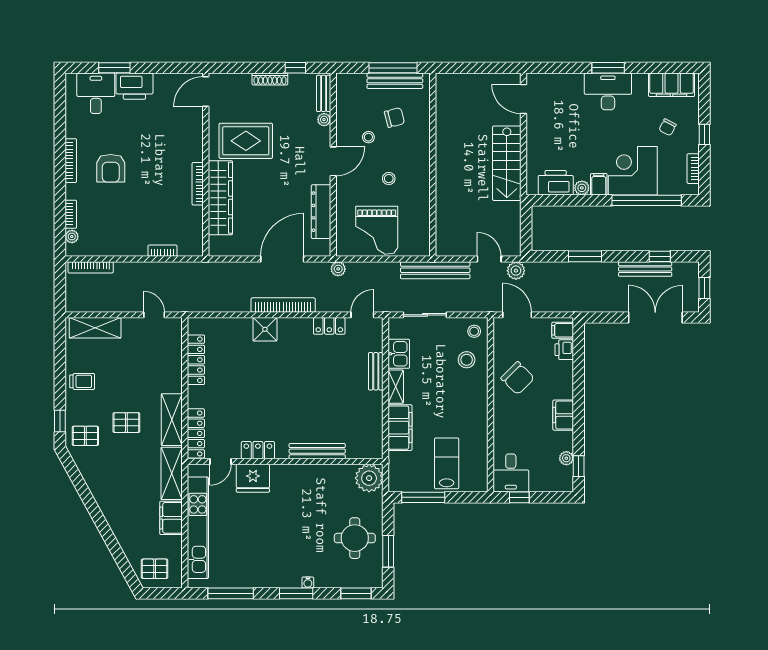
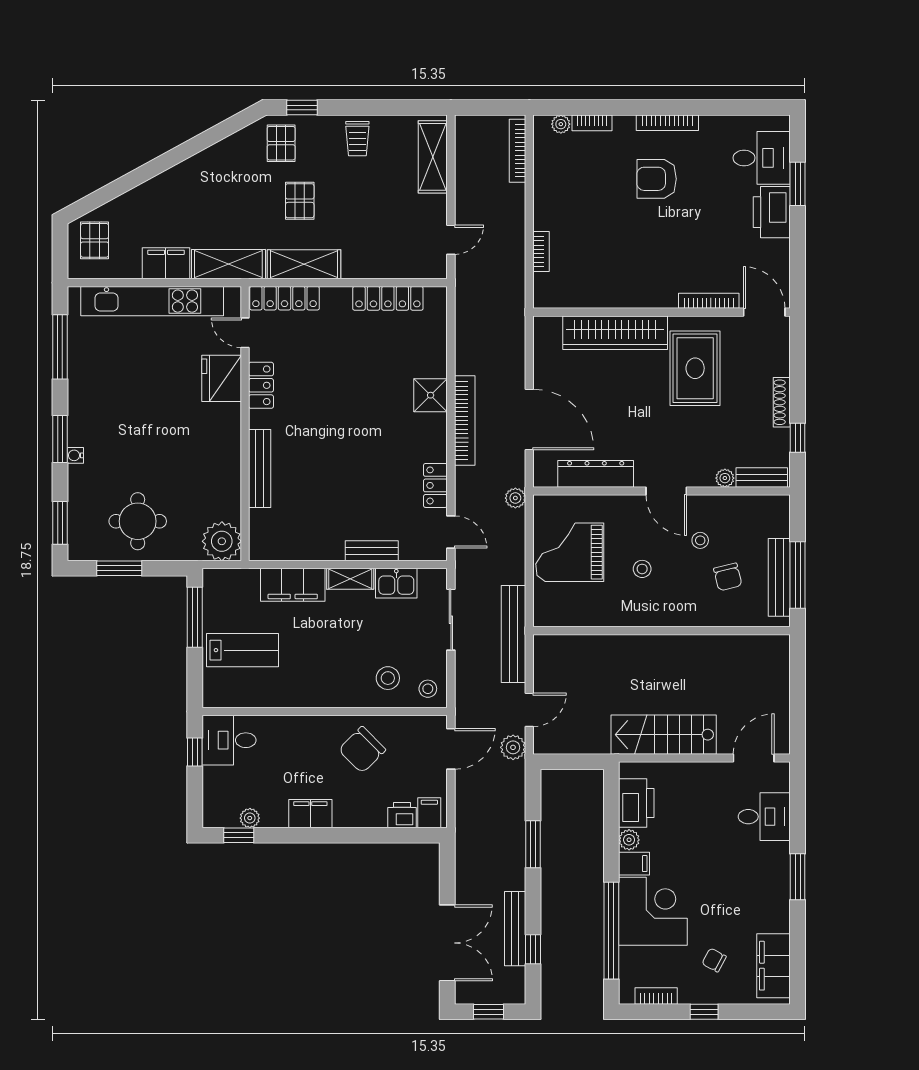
desk: (608, 91) -> (764, 817), moved, width x0.73
bookcase: (198, 184) -> (709, 301), moved

